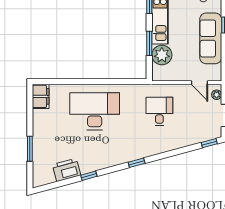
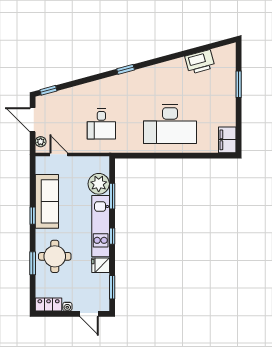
window: (89, 176) -> (176, 56), removed

